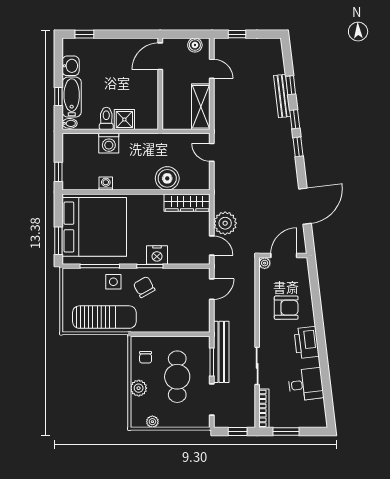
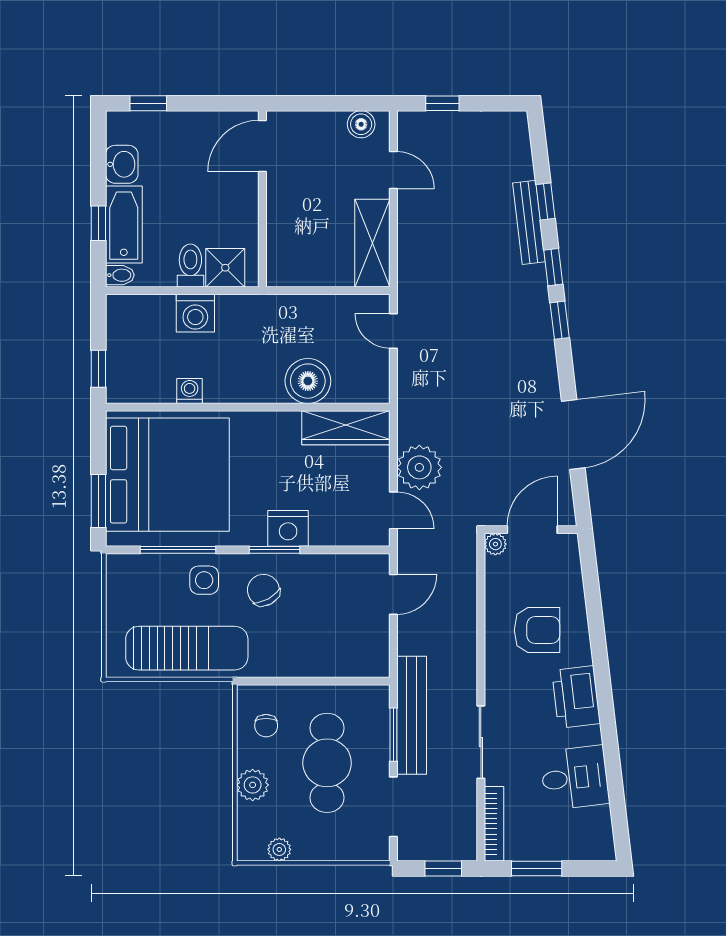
door: (160, 56) -> (262, 146), moved
wall: (160, 84) -> (262, 199), moved

